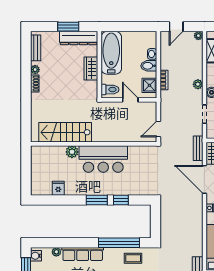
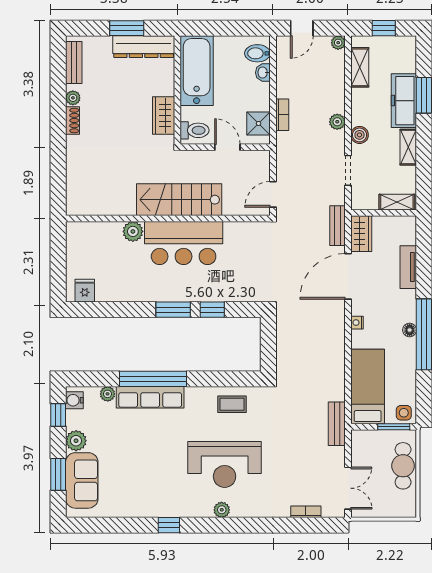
bidet: (149, 66) -> (257, 53), moved
wardrobe: (91, 68) -> (164, 116), moved
stairs: (65, 132) -> (179, 200), moved
door: (204, 179) -> (348, 276), hinge flipped
fridge: (58, 188) -> (85, 291), moved
window: (119, 243) -> (153, 379), moved

